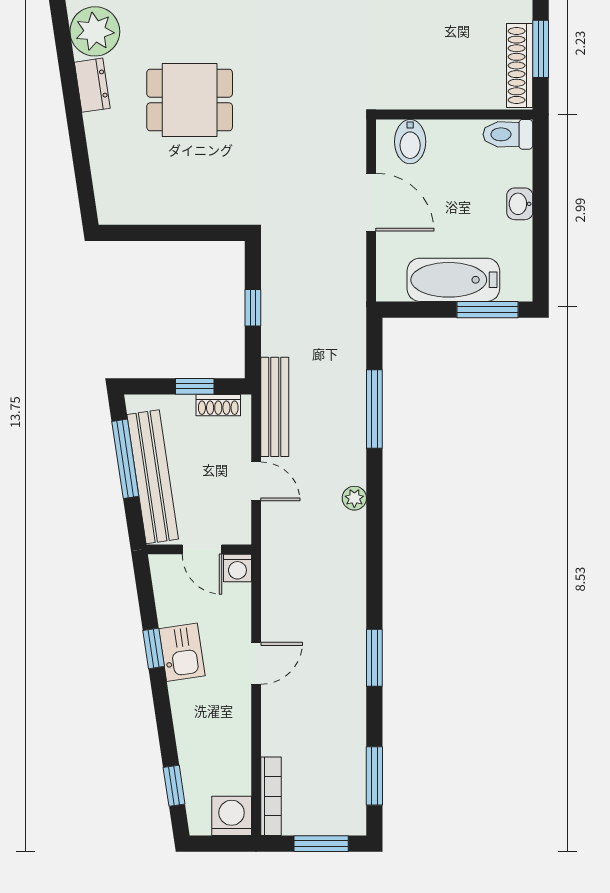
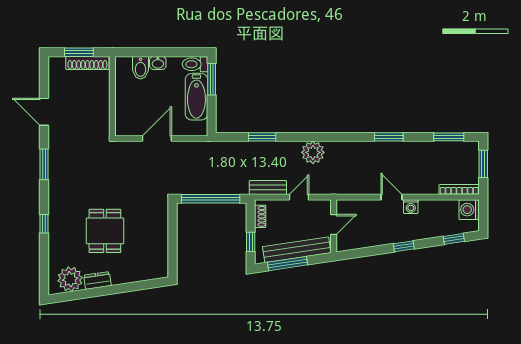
toilet: (508, 134) -> (195, 64), moved, turned 90
bidet: (410, 142) -> (140, 68), moved, turned 90
window: (253, 308) -> (211, 199), width x3.17
window: (195, 386) -> (251, 242), moved
bench: (275, 407) -> (268, 188), width x0.73
window: (374, 409) -> (262, 137), width x0.69
plant: (354, 498) -> (313, 152), width x1.88, depth x1.88
washing machine: (237, 568) -> (411, 207), moved, turned 90
window: (154, 648) -> (404, 246), moved
kitchen sink: (182, 652) -> (386, 235), removed

